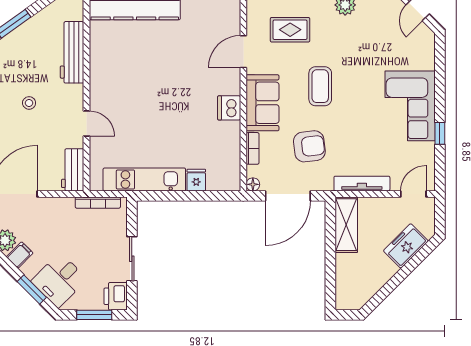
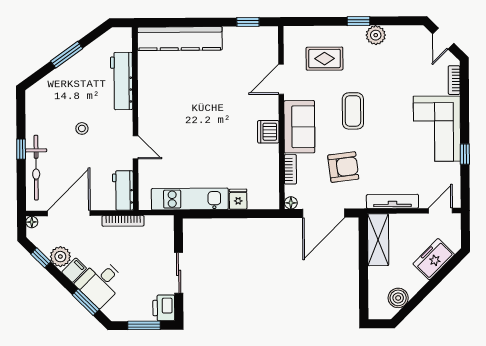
bookcase: (429, 54) -> (454, 80), added
bookcase: (98, 203) -> (123, 221), moved
desk: (59, 280) -> (100, 283), moved
boiler: (367, 287) -> (398, 298), added

